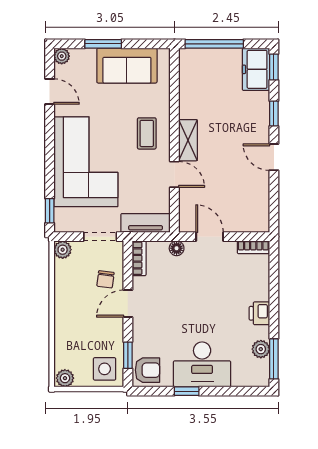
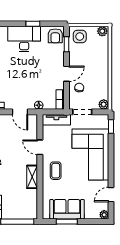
window: (103, 44) -> (67, 222), moved
door: (50, 92) -> (111, 195), hinge flipped
shelving: (188, 140) -> (32, 177), moved
armchair: (147, 370) -> (55, 36), turned -90

